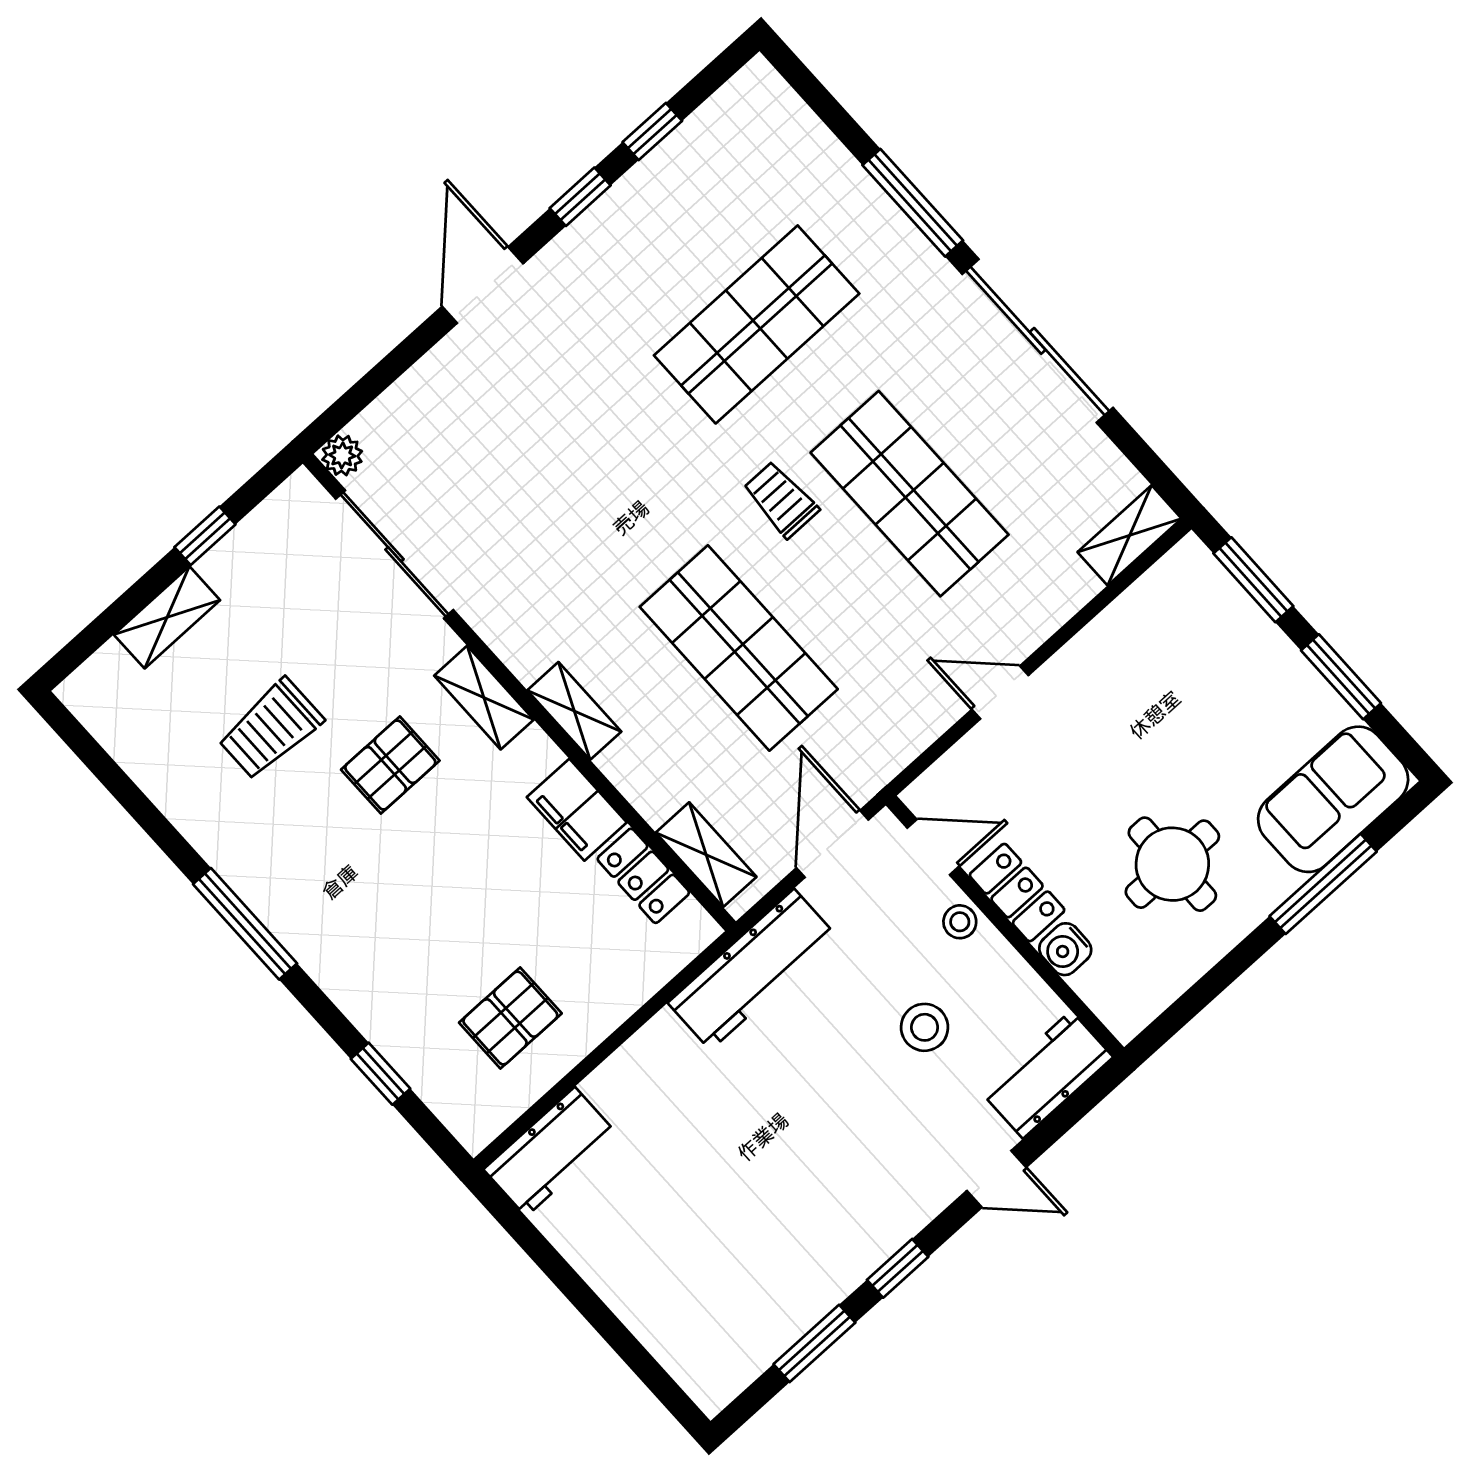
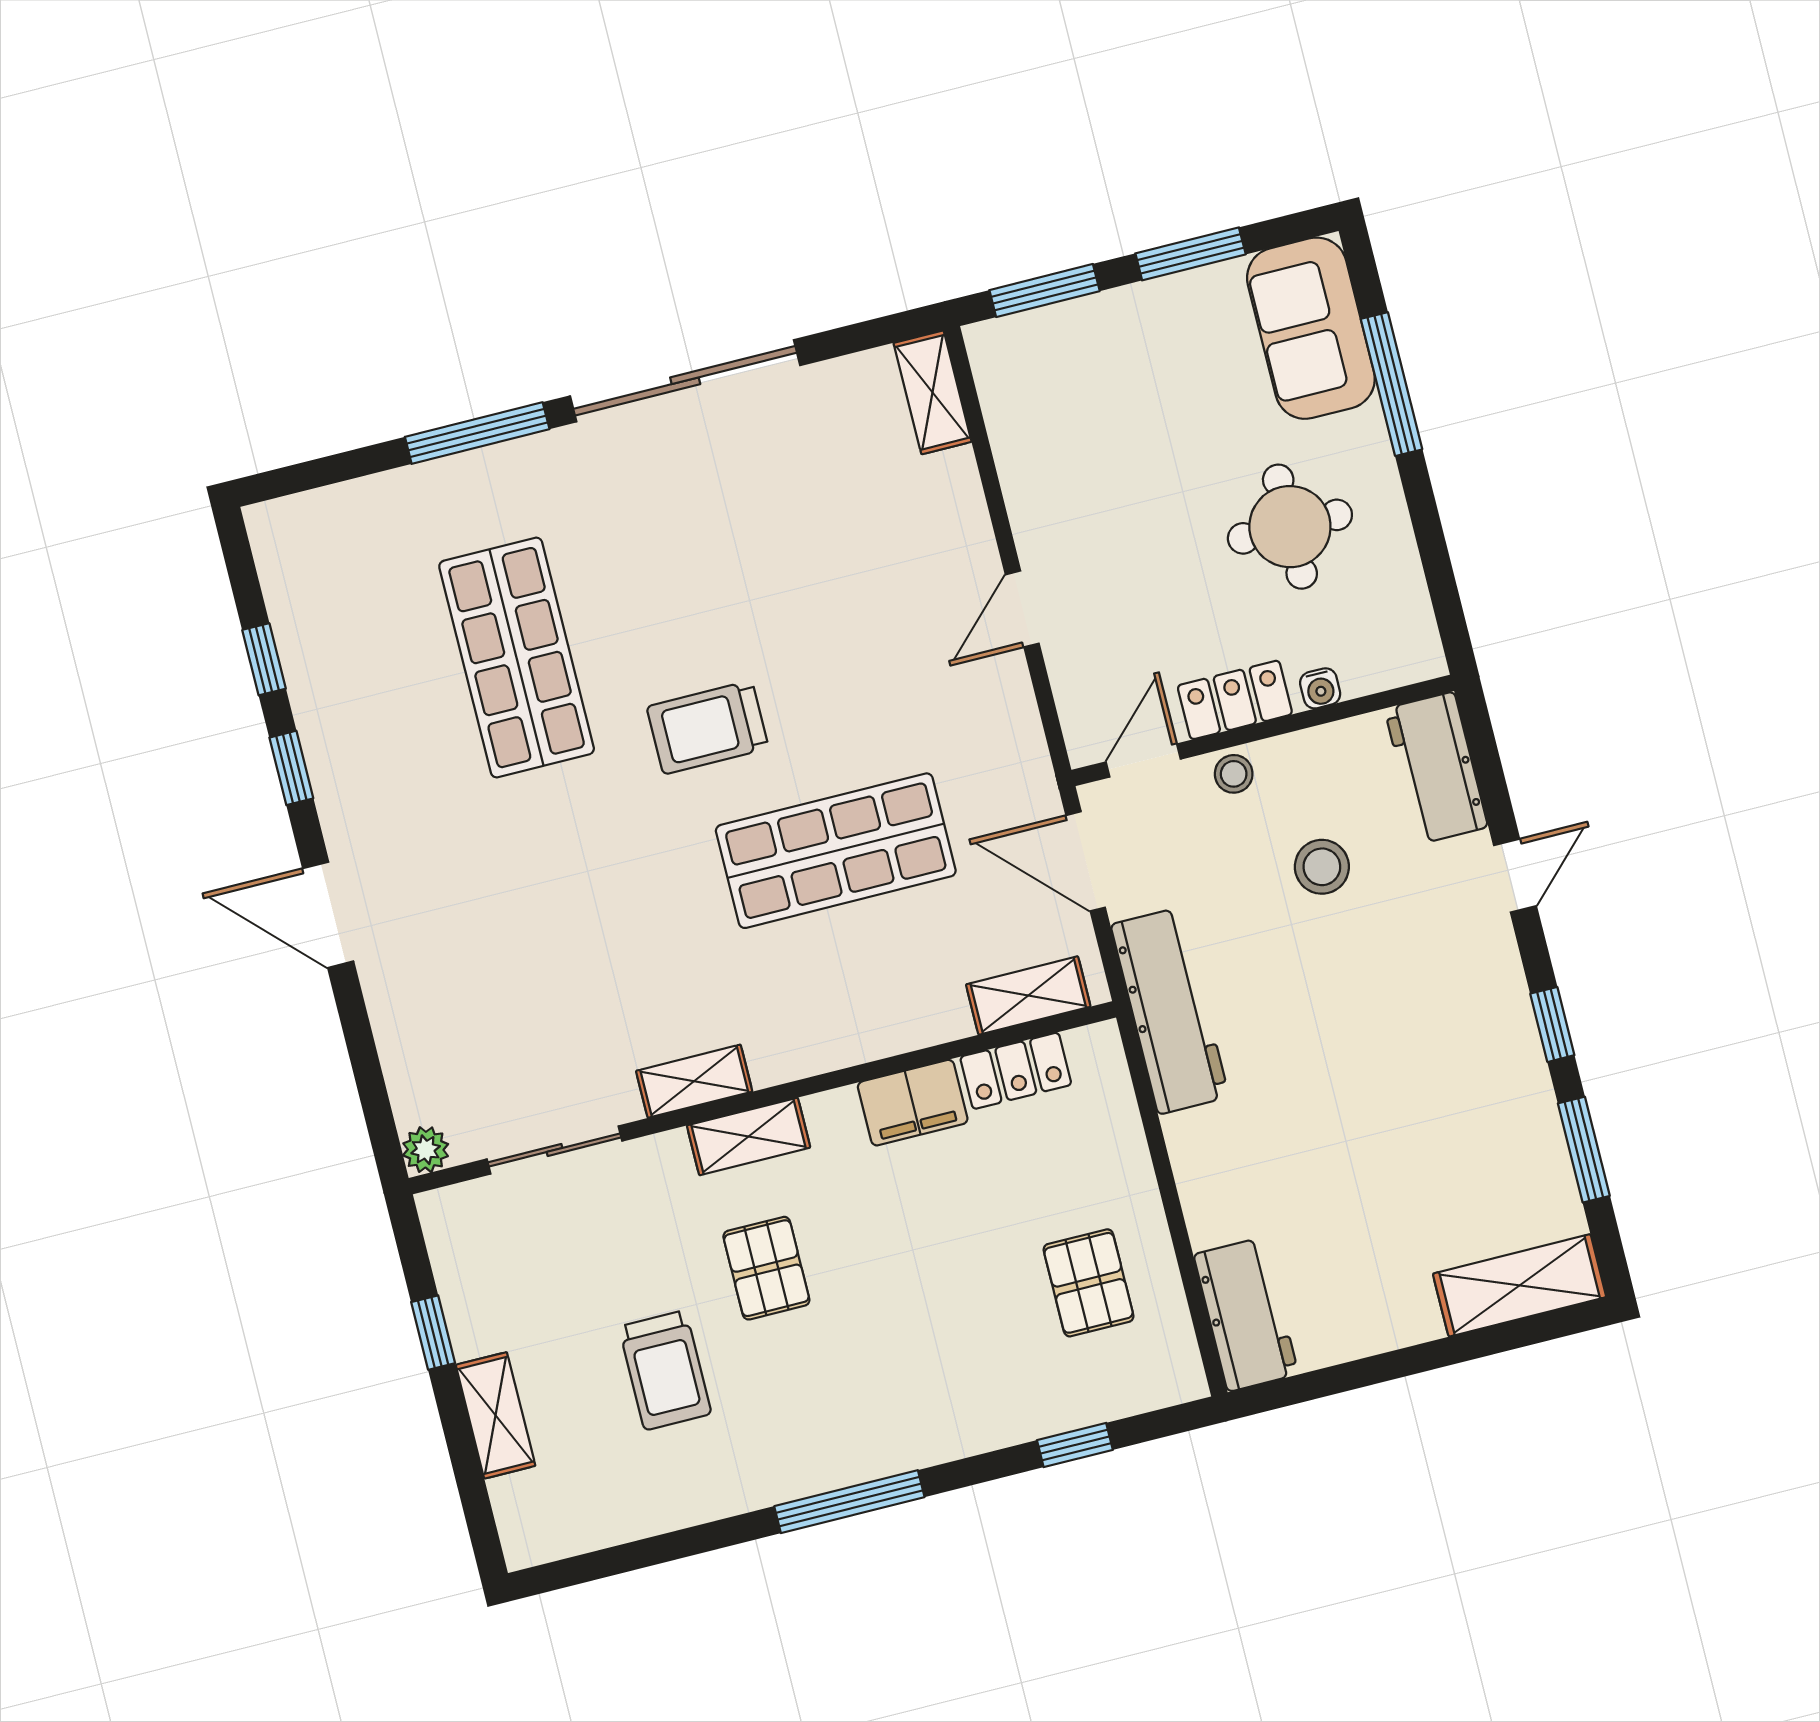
shop shelf: (910, 494) -> (771, 594), removed
trolley: (781, 500) -> (708, 727), width x1.36, depth x1.39
sliding door: (395, 554) -> (555, 1150), width x0.73
shelving: (574, 711) -> (694, 1081), moved
water cooler: (1065, 949) -> (1320, 688), width x0.72, depth x0.72
shelving: (684, 1350) -> (1520, 1285), added

